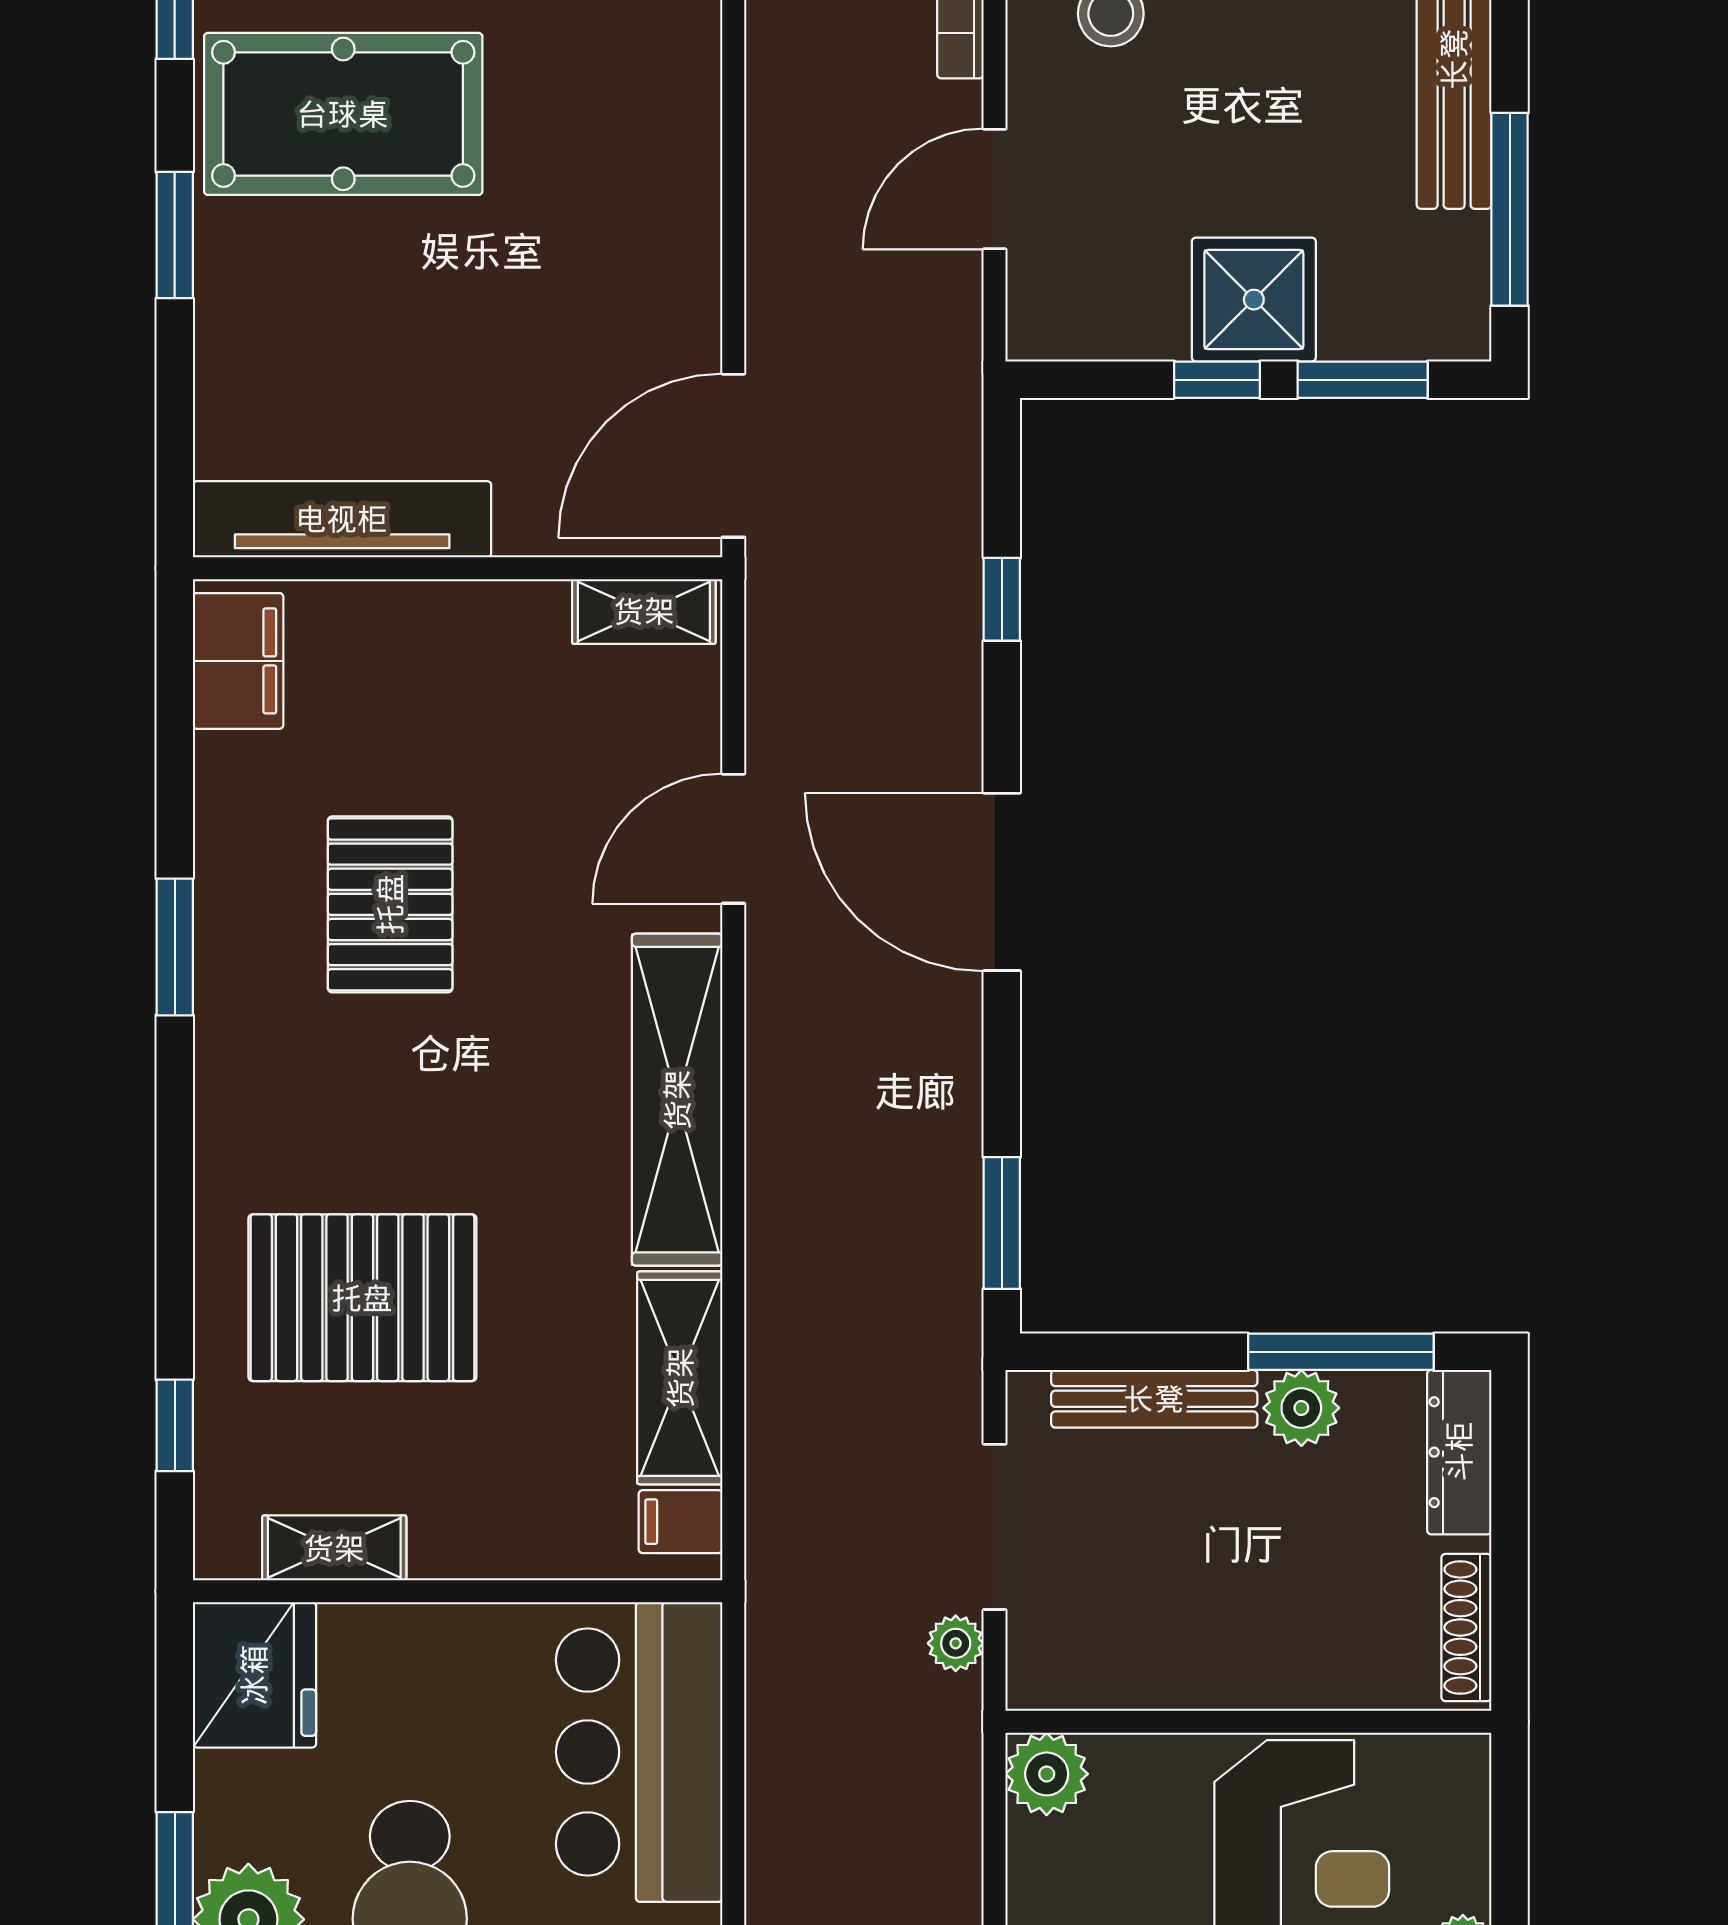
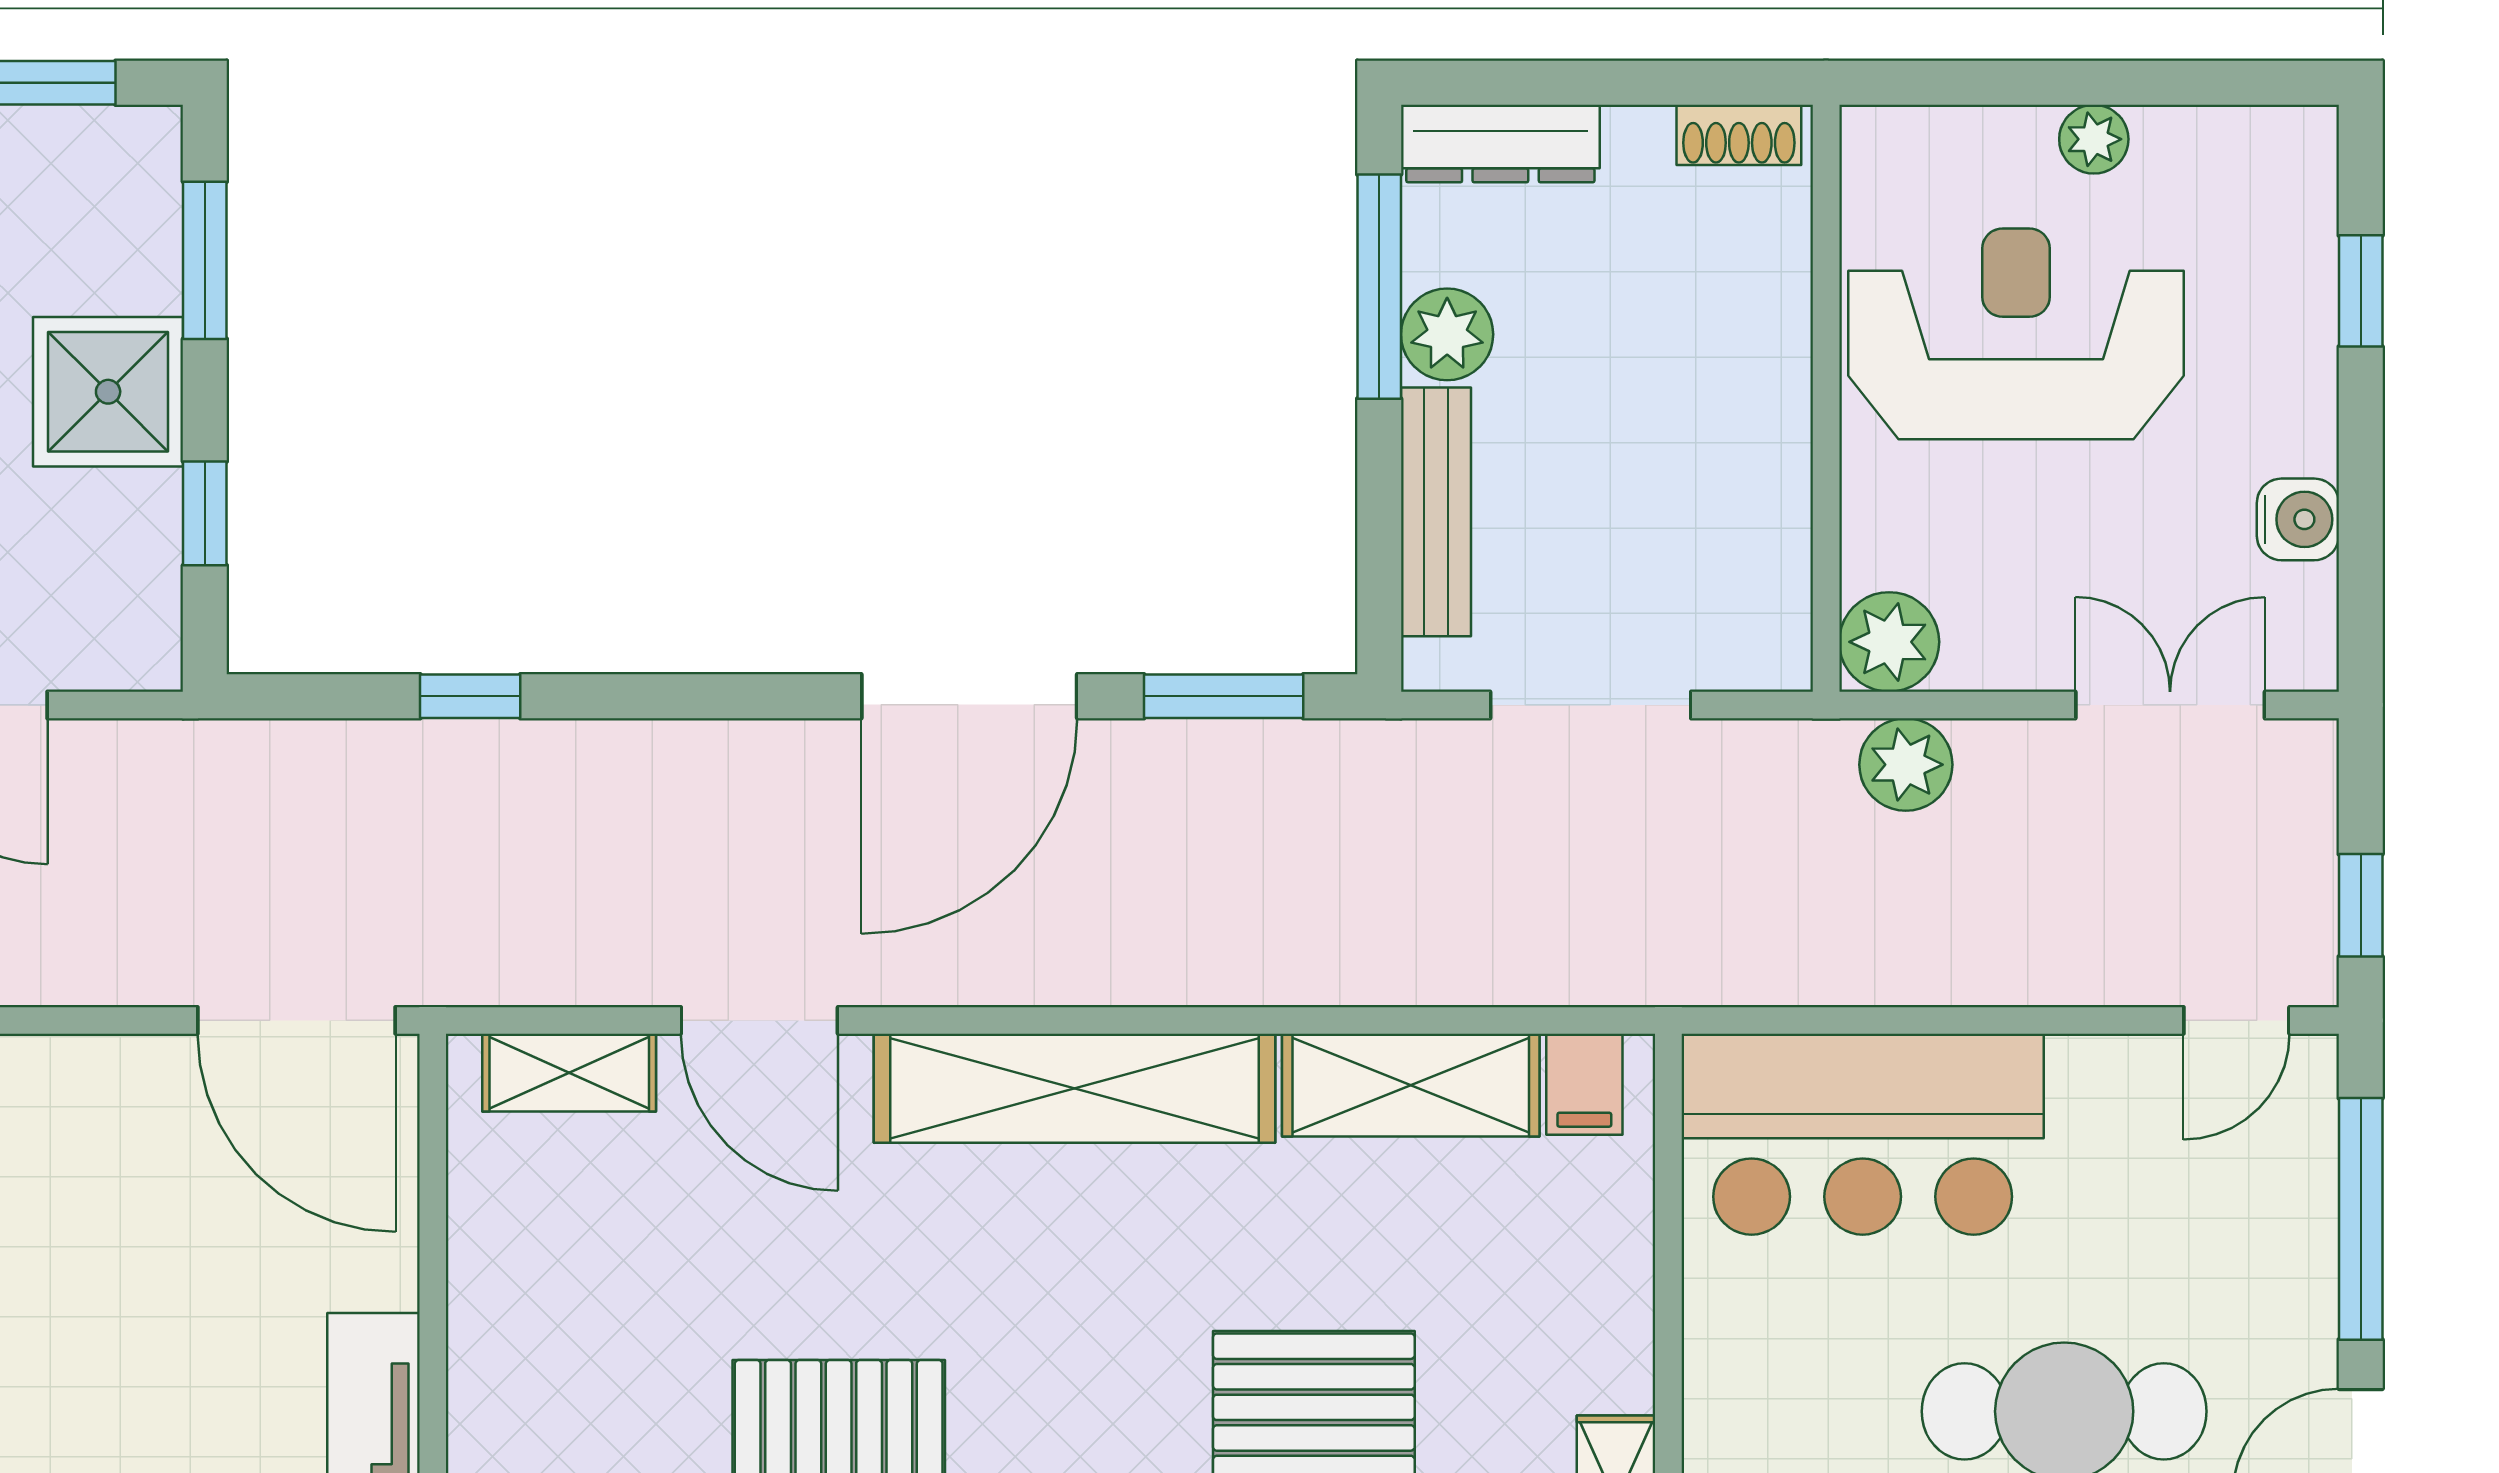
window: (1217, 380) -> (205, 513), moved
shelving: (644, 611) -> (569, 1073), moved, turned 90
door: (1002, 882) -> (969, 696), moved
shoe rack: (1466, 1627) -> (1739, 135), width x0.70
plant: (956, 1643) -> (1906, 765), moved, width x1.38, depth x1.38

